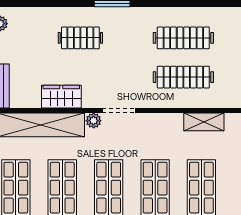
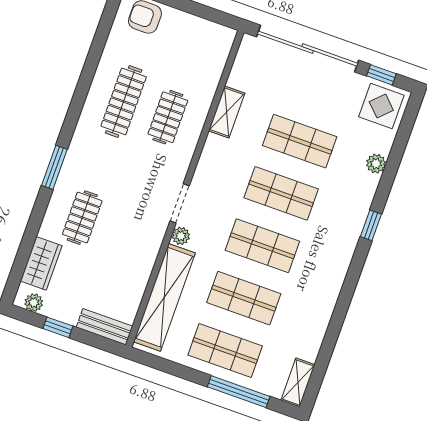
clothes rail: (183, 77) -> (168, 117), width x0.73
wardrobe: (61, 97) -> (41, 263), moved, turned 180

